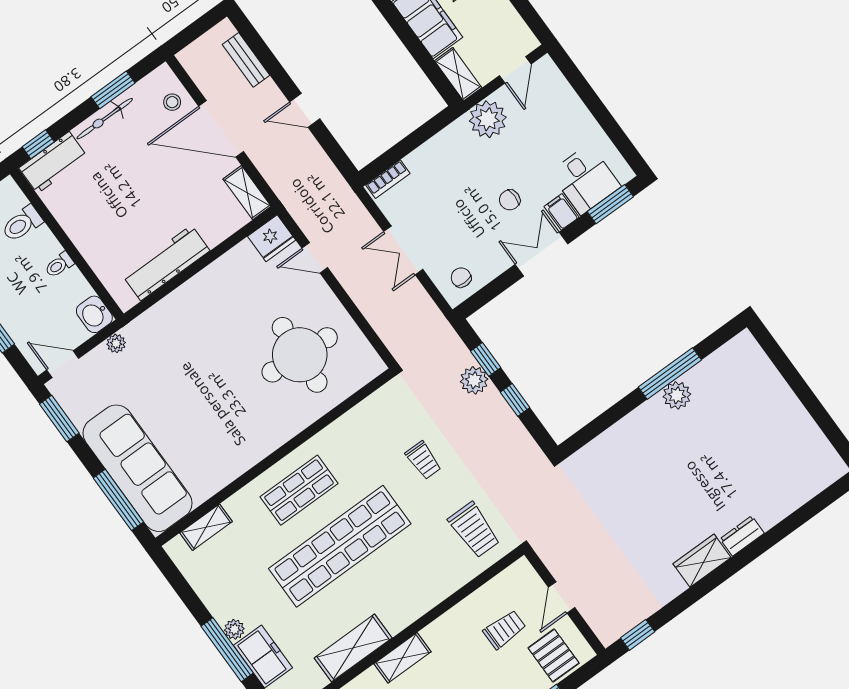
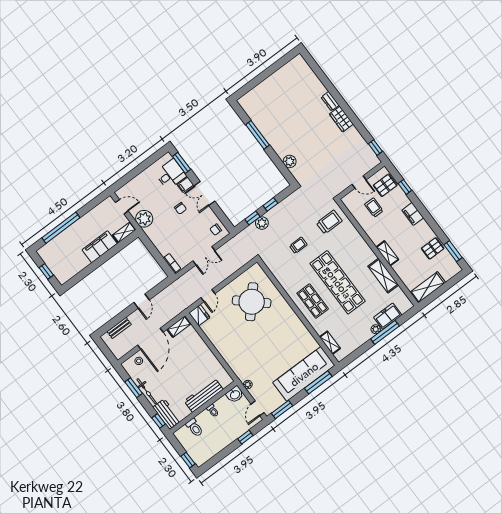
workbench: (166, 263) -> (204, 395), moved, turned 90
round table: (300, 355) -> (252, 302), turned 38
plant: (677, 395) -> (290, 161), moved

